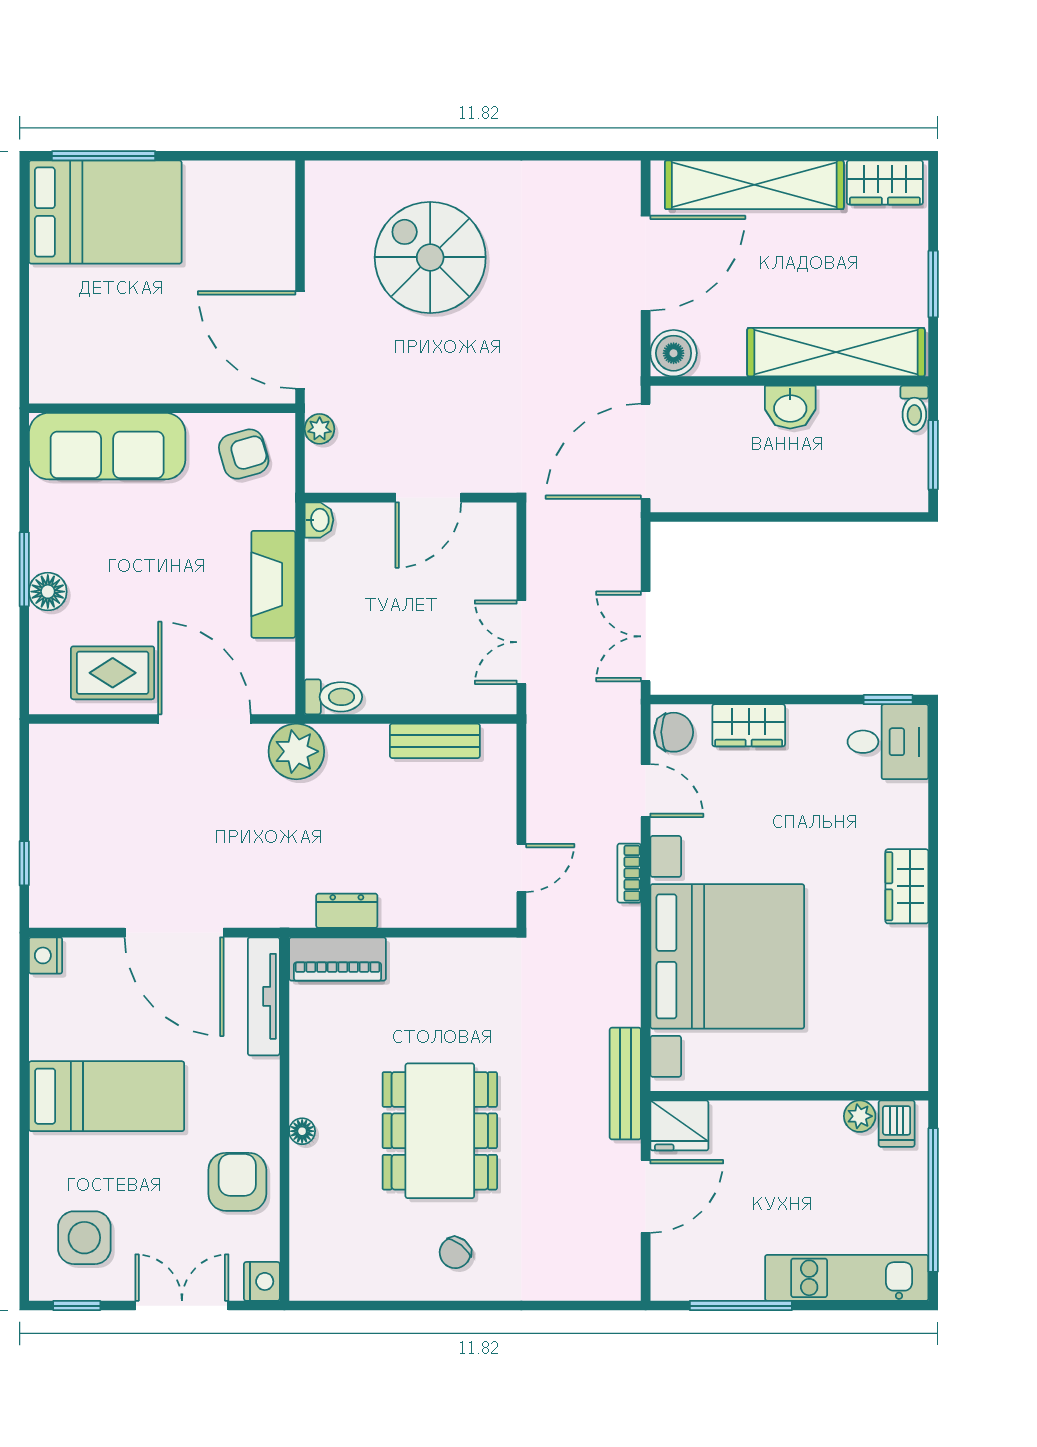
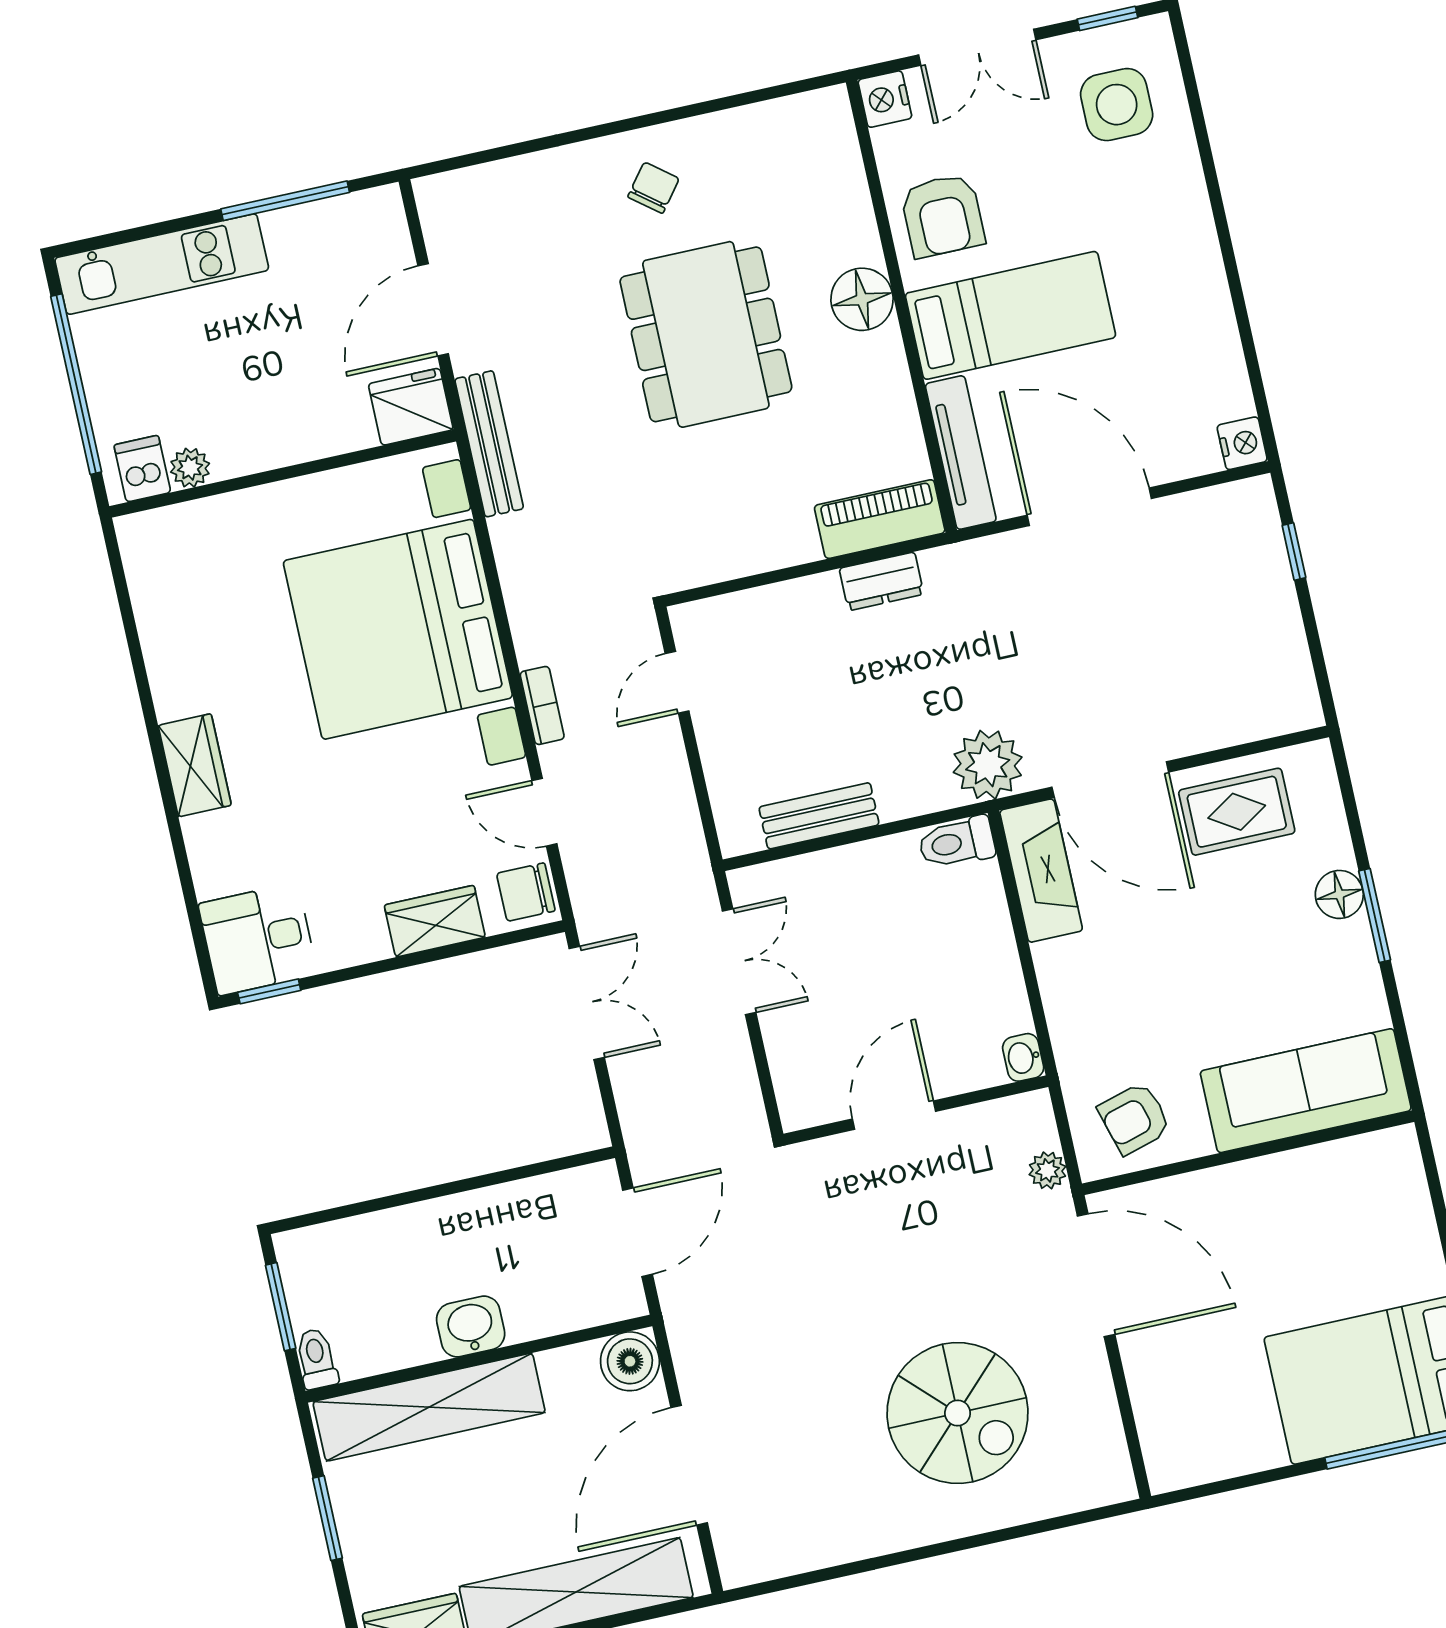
door: (646, 451) -> (638, 1232), width x0.73
fireplace: (273, 584) -> (1041, 871), moved
bed: (107, 1096) -> (1010, 315), moved, turned 180
floor lamp: (302, 1131) -> (862, 299), width x1.89, depth x1.89

